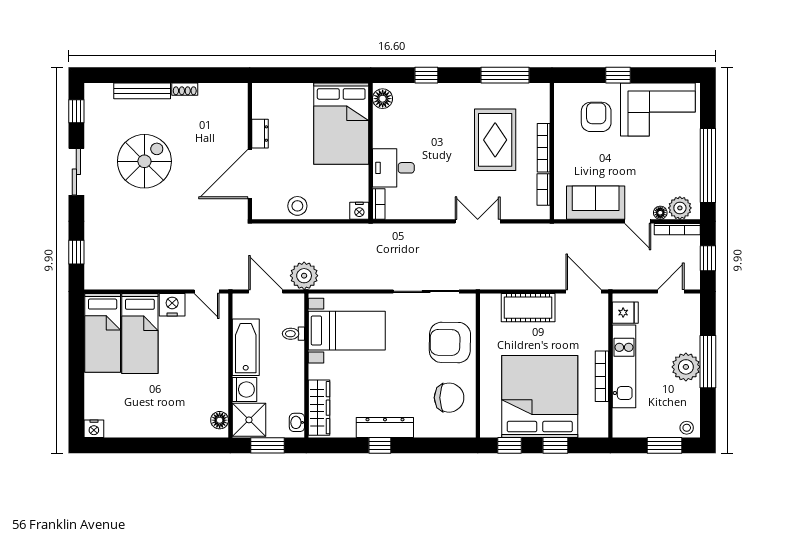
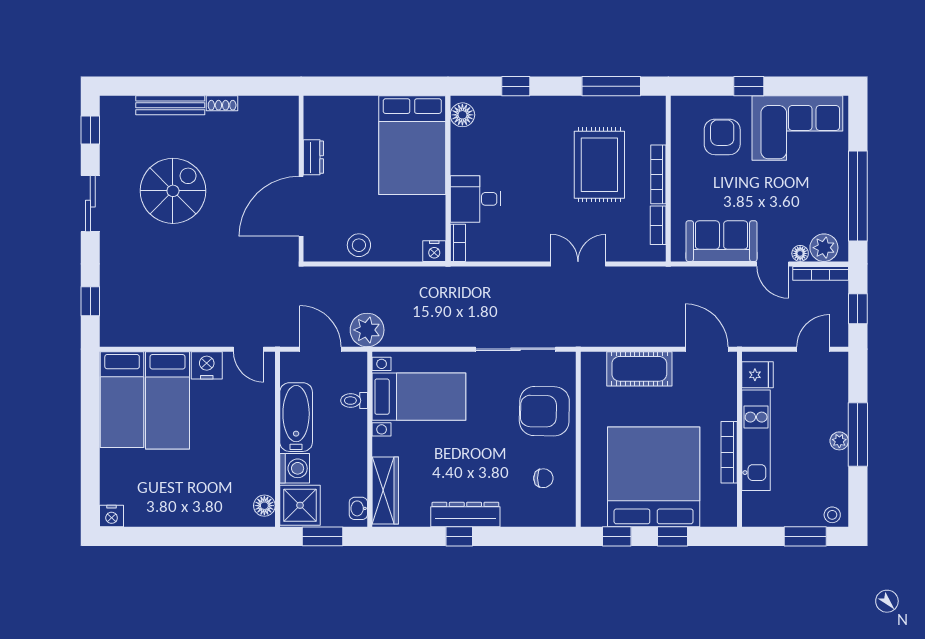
plant: (686, 367) -> (839, 441), width x0.53, depth x0.53
chair: (449, 398) -> (543, 478), width x0.54, depth x0.54

